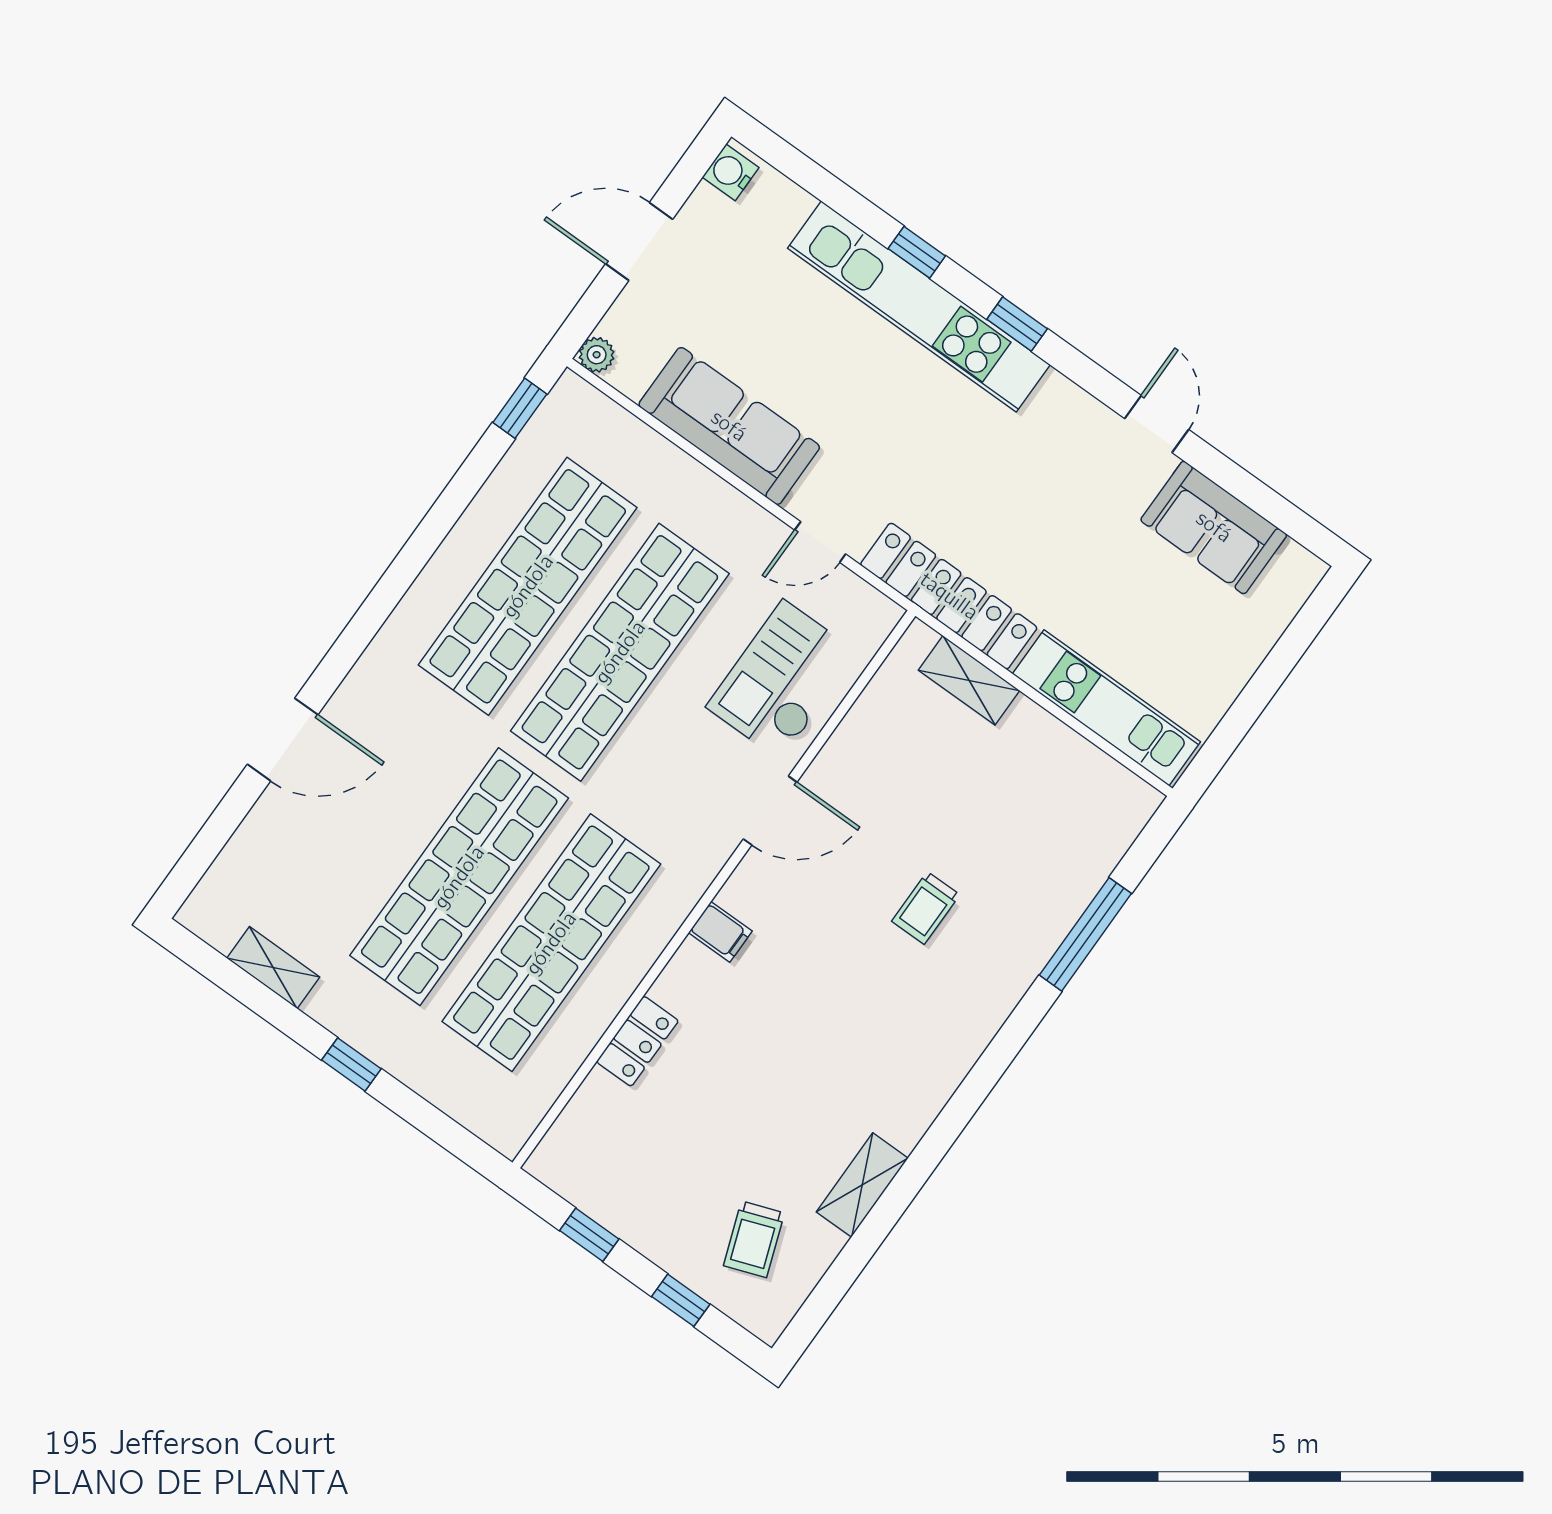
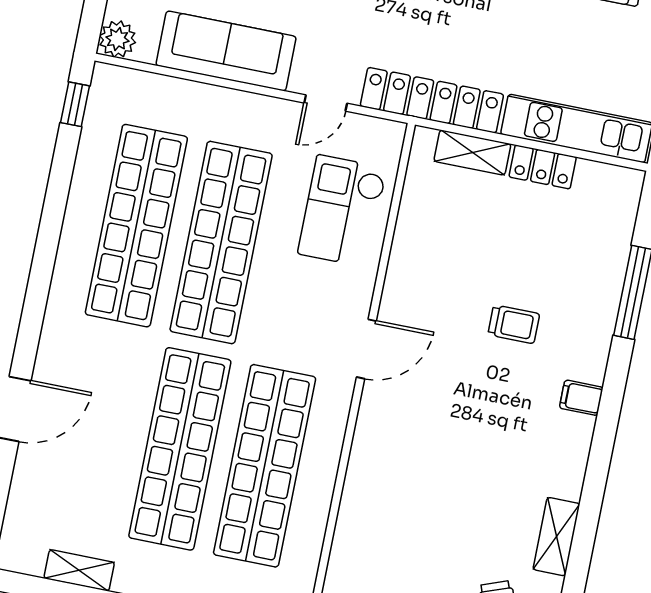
plant: (597, 355) -> (117, 39), width x1.38, depth x1.38
door: (770, 811) -> (366, 349), moved
trolley: (926, 908) -> (514, 324), turned -90
filing cabinet: (720, 932) -> (581, 398), moved, turned 180
locker: (637, 1041) -> (543, 167), moved, turned 90

